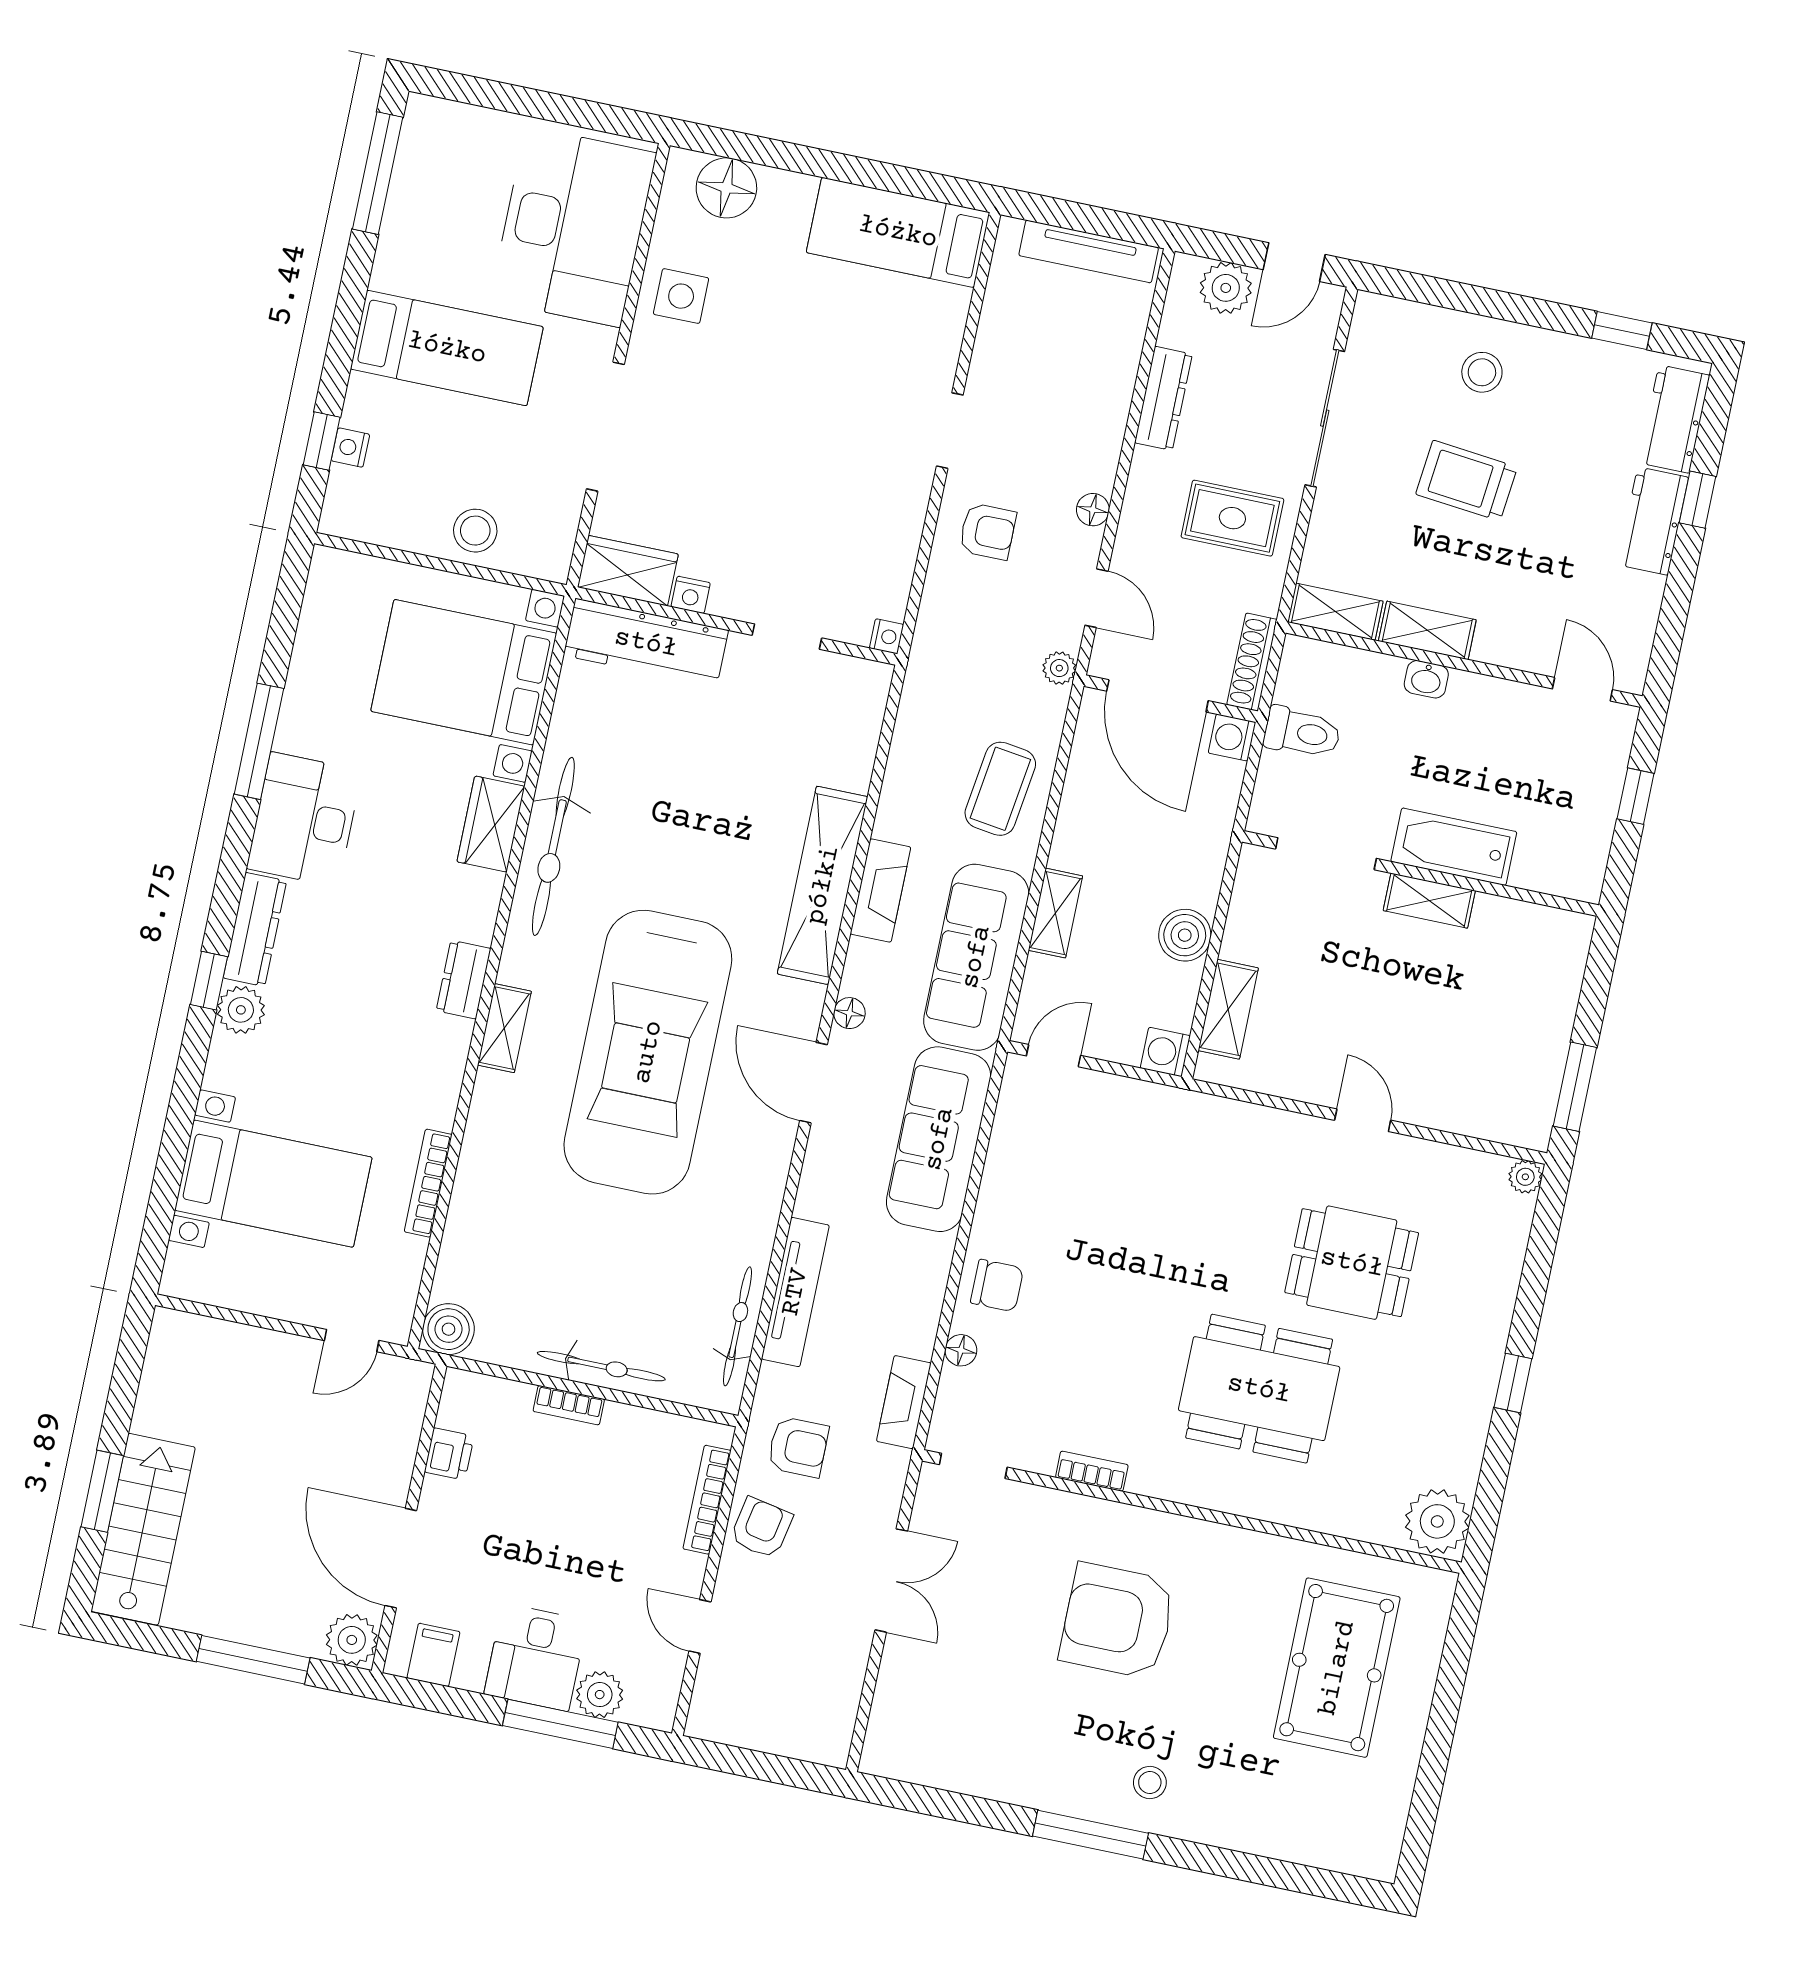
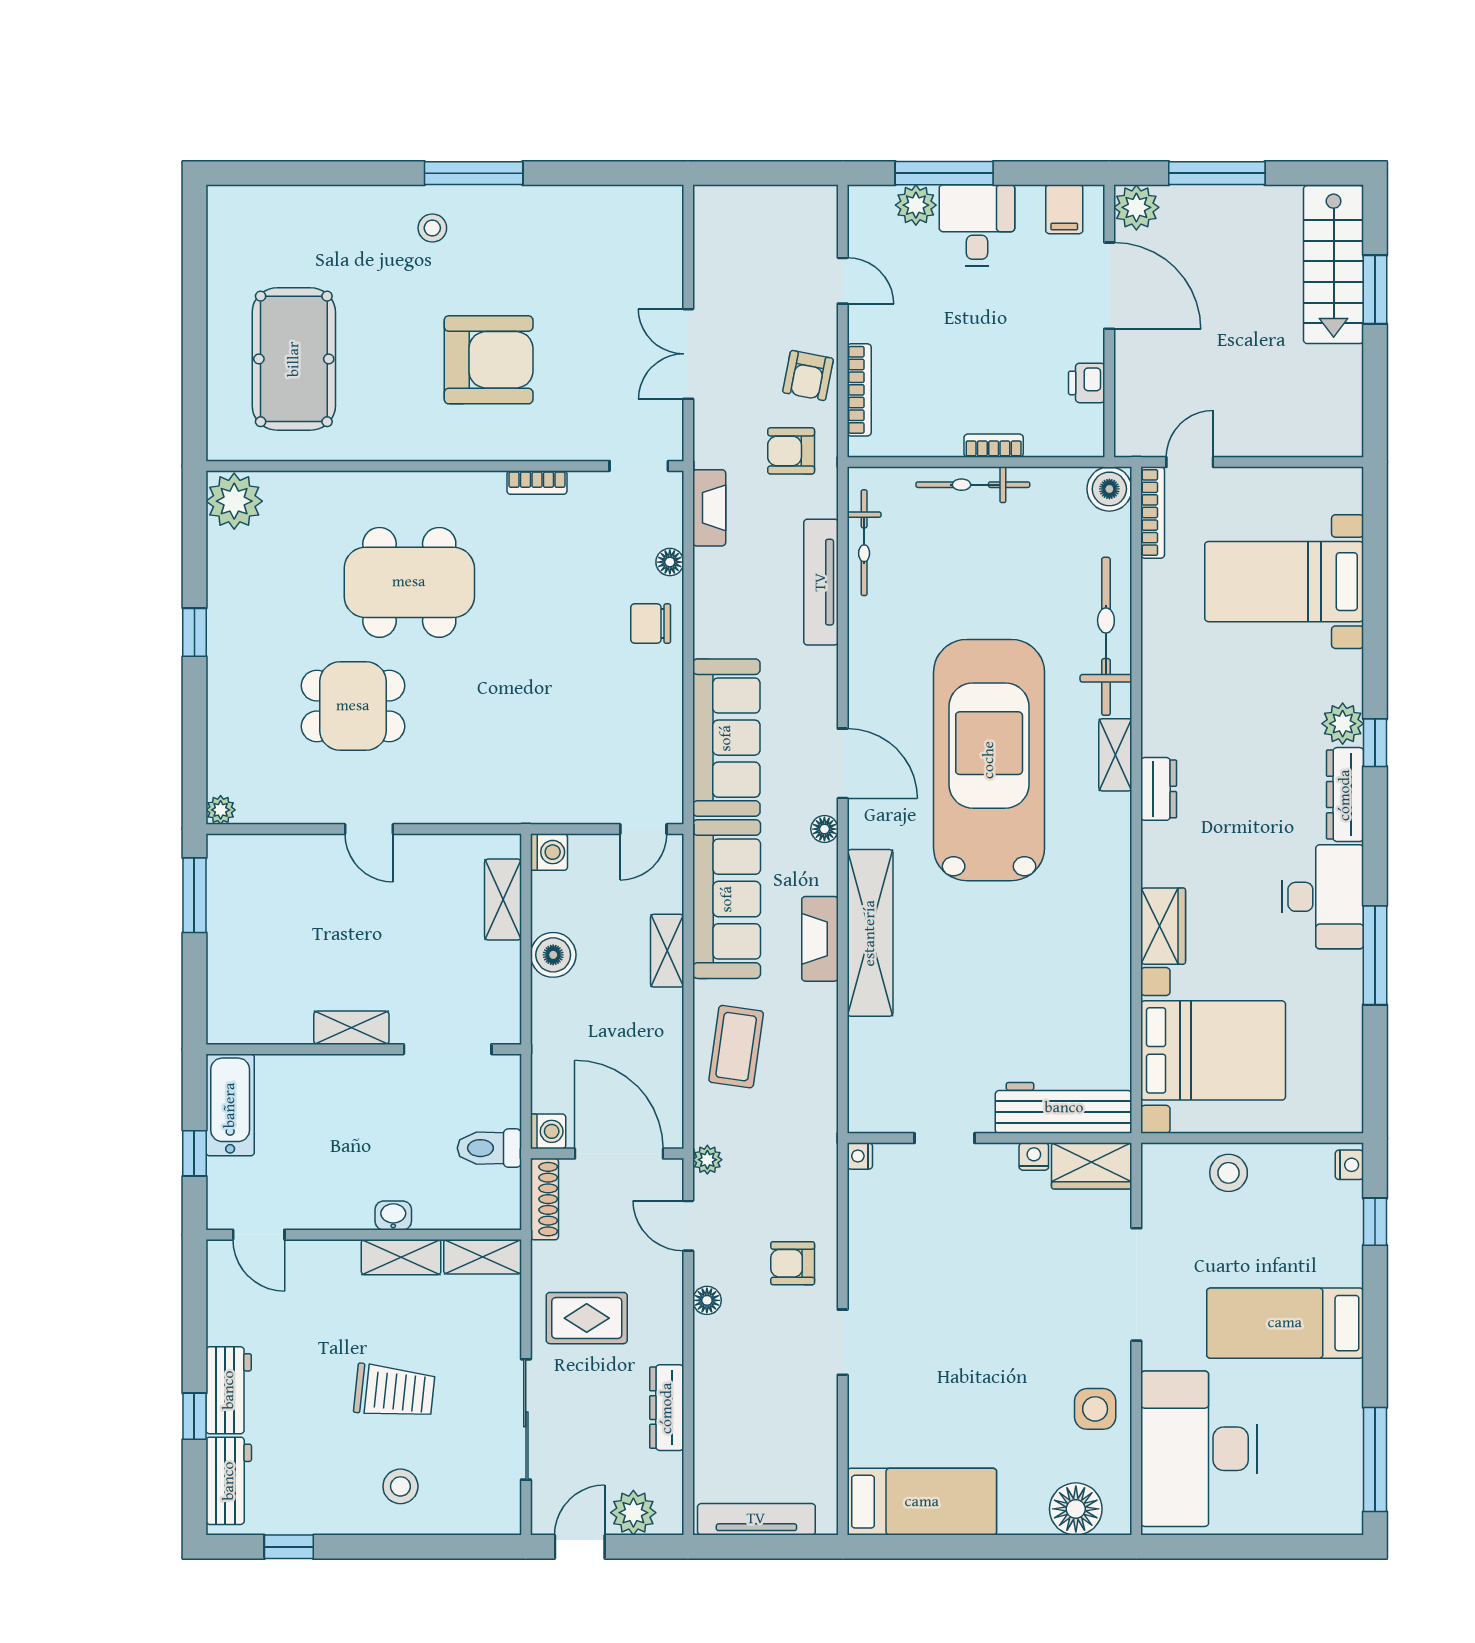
nightstand: (350, 448) -> (1349, 1165), moved
bicycle: (553, 846) -> (1106, 636), moved
bathtub: (1454, 847) -> (230, 1105), moved, turned -90
bookcase: (428, 1183) -> (1153, 513), moved

